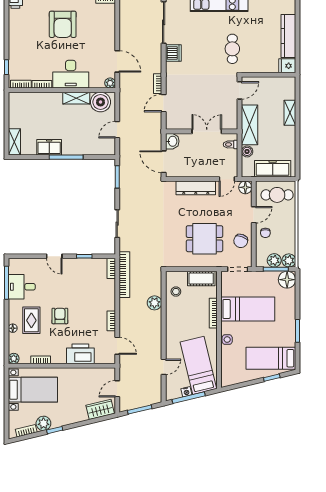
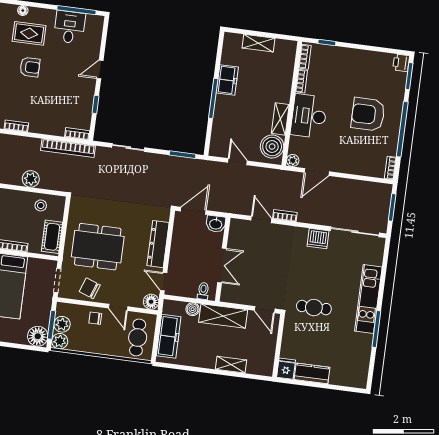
kitchen counter: (288, 36) -> (312, 373), width x0.67
shelving: (14, 142) -> (259, 43), moved
dining table: (205, 239) -> (98, 247), width x1.38

